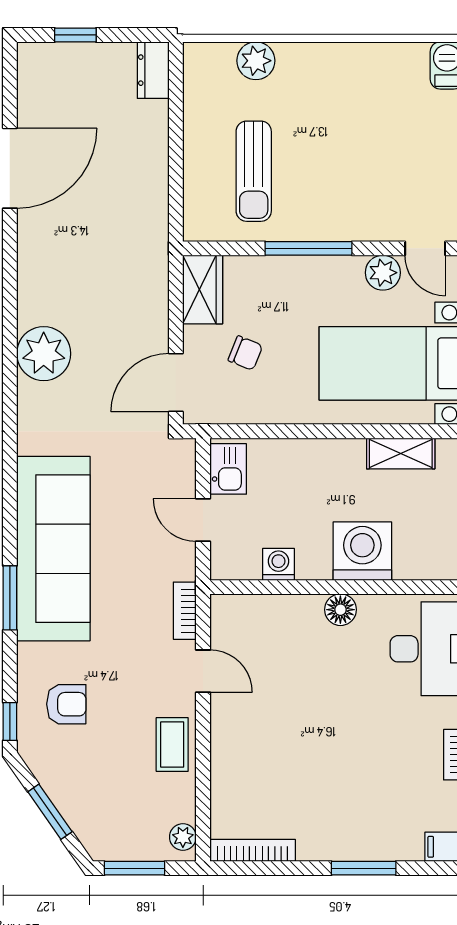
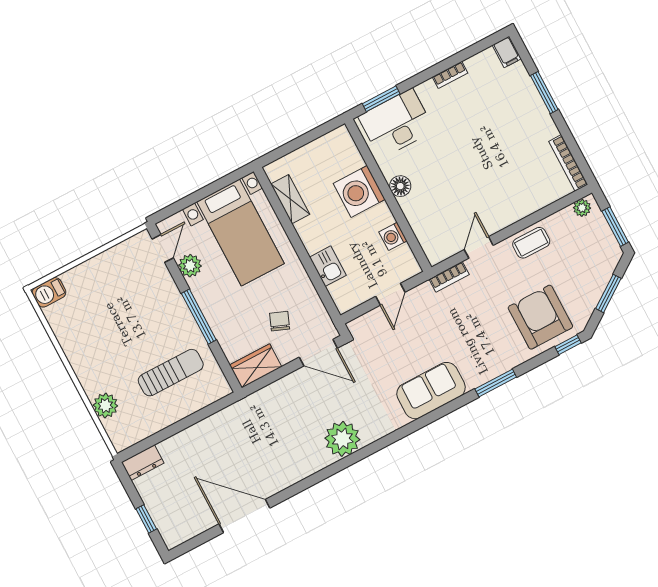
kitchen sink: (228, 469) -> (328, 266), moved, turned 90
sofa: (53, 549) -> (431, 391), width x0.54, depth x0.79
armchair: (66, 704) -> (540, 317), width x1.88, depth x1.88

